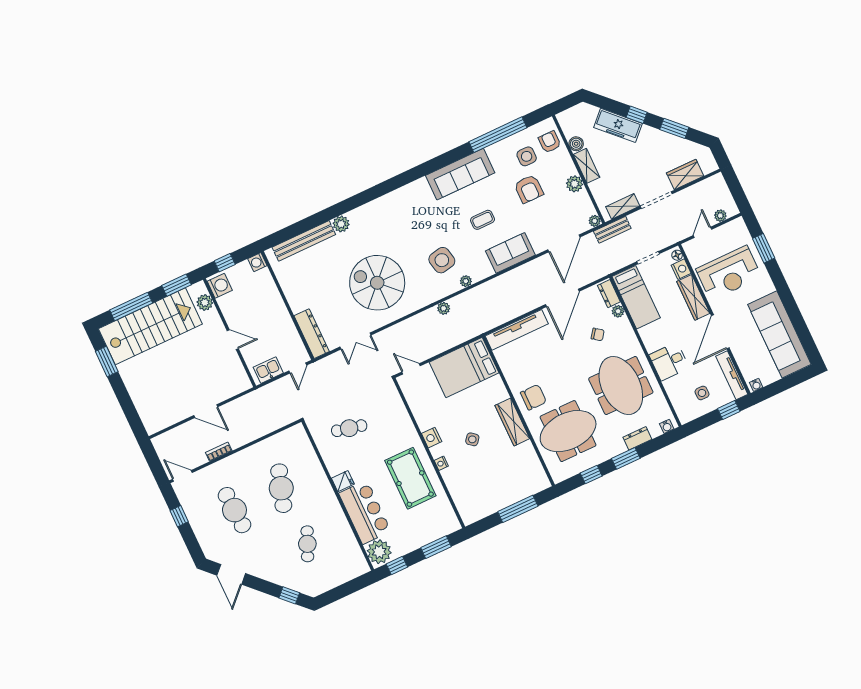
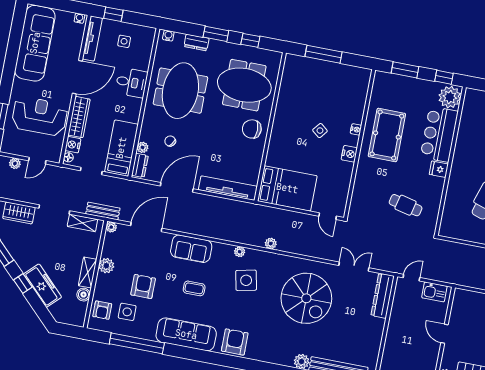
armchair: (412, 198) -> (235, 342), added
wardrobe: (512, 422) -> (281, 122), removed

